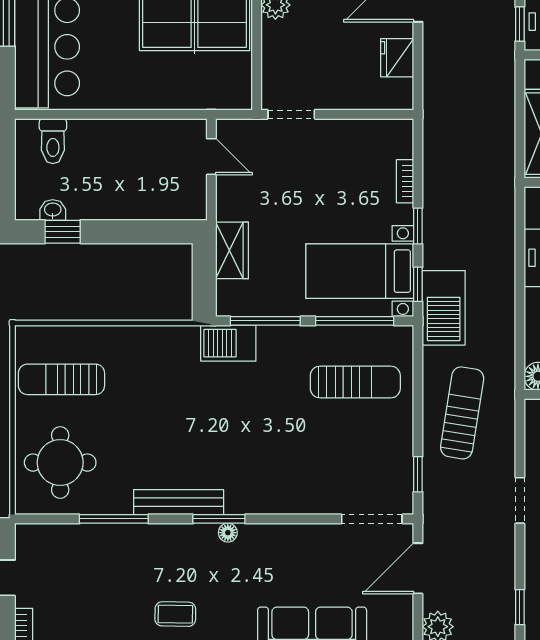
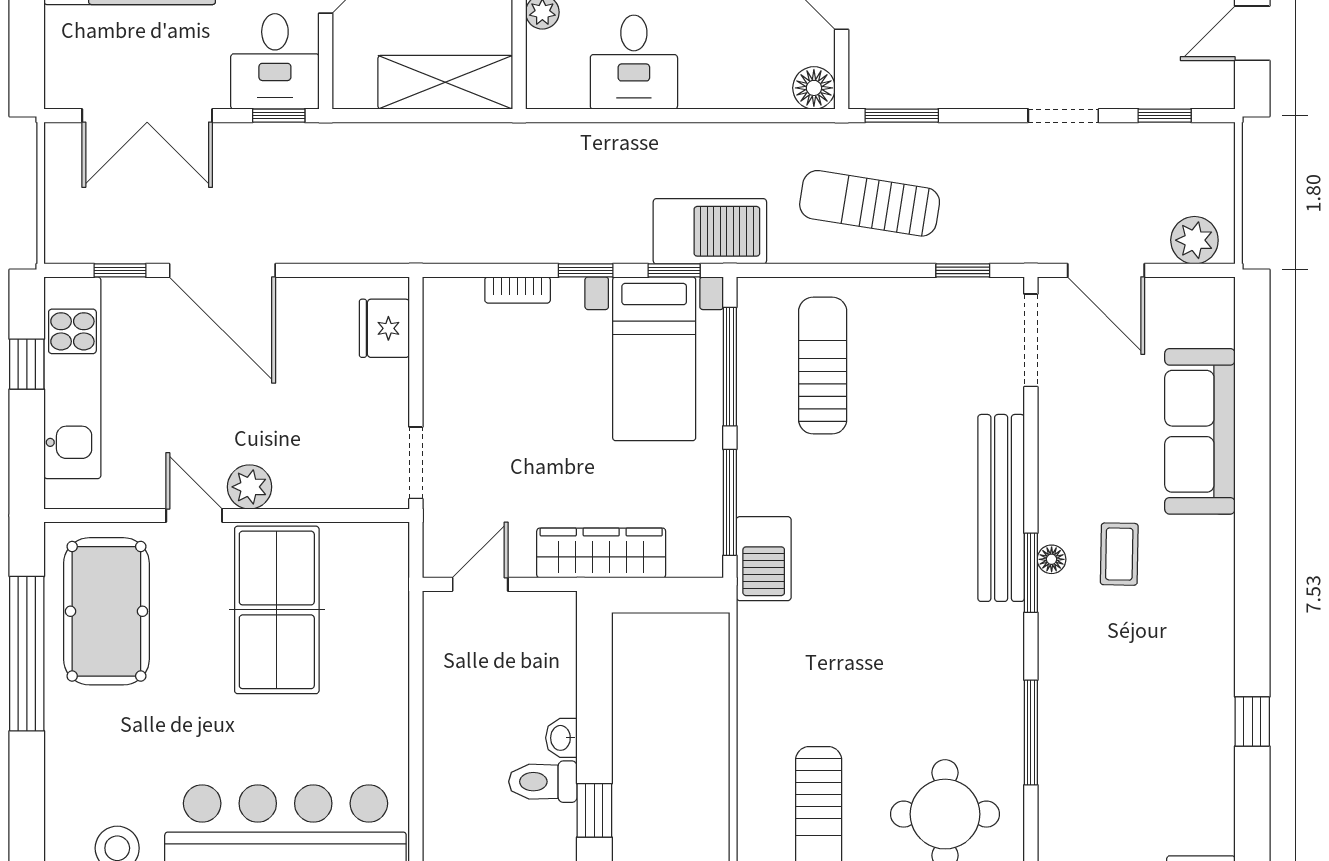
fridge: (397, 58) -> (384, 328), moved, turned 90
toilet: (53, 141) -> (543, 782), moved, turned 180
washbasin: (53, 210) -> (561, 738), moved
wardrobe: (232, 250) -> (601, 553), width x1.50
window: (520, 434) -> (902, 116), added
doorway: (520, 500) -> (1063, 116), moved
bench: (179, 502) -> (1001, 508), moved, width x1.37, depth x1.21
coffee table: (175, 614) -> (1119, 554), moved

